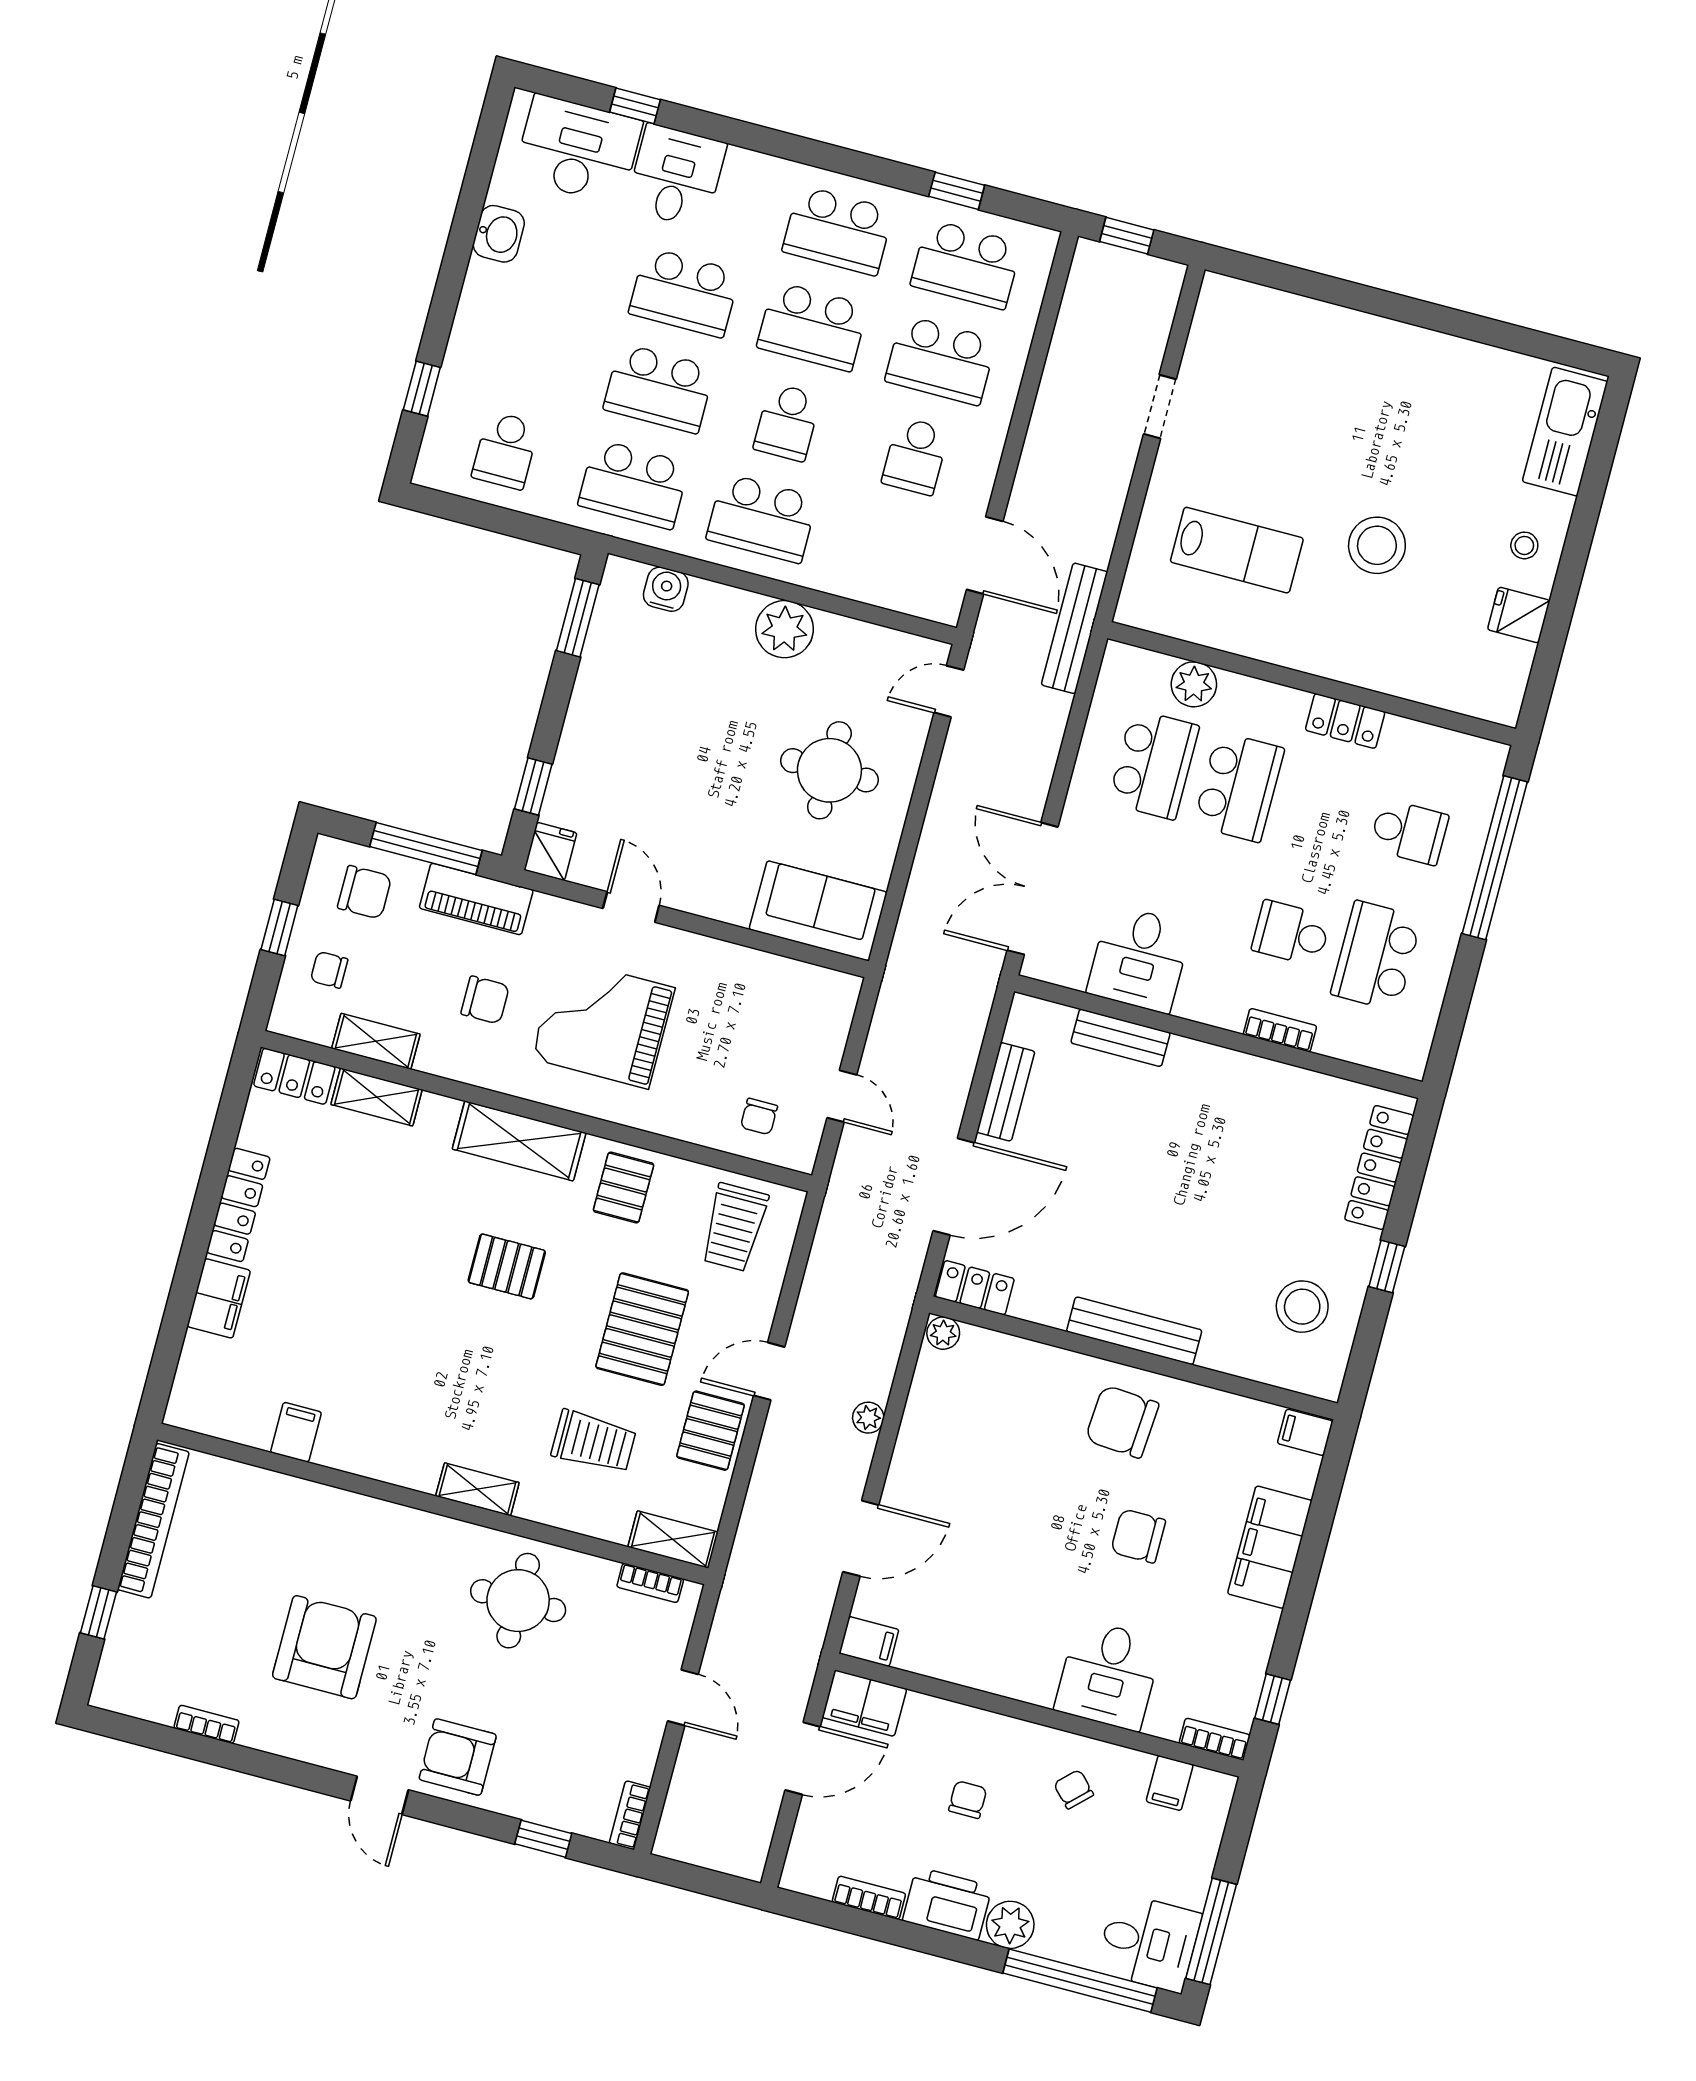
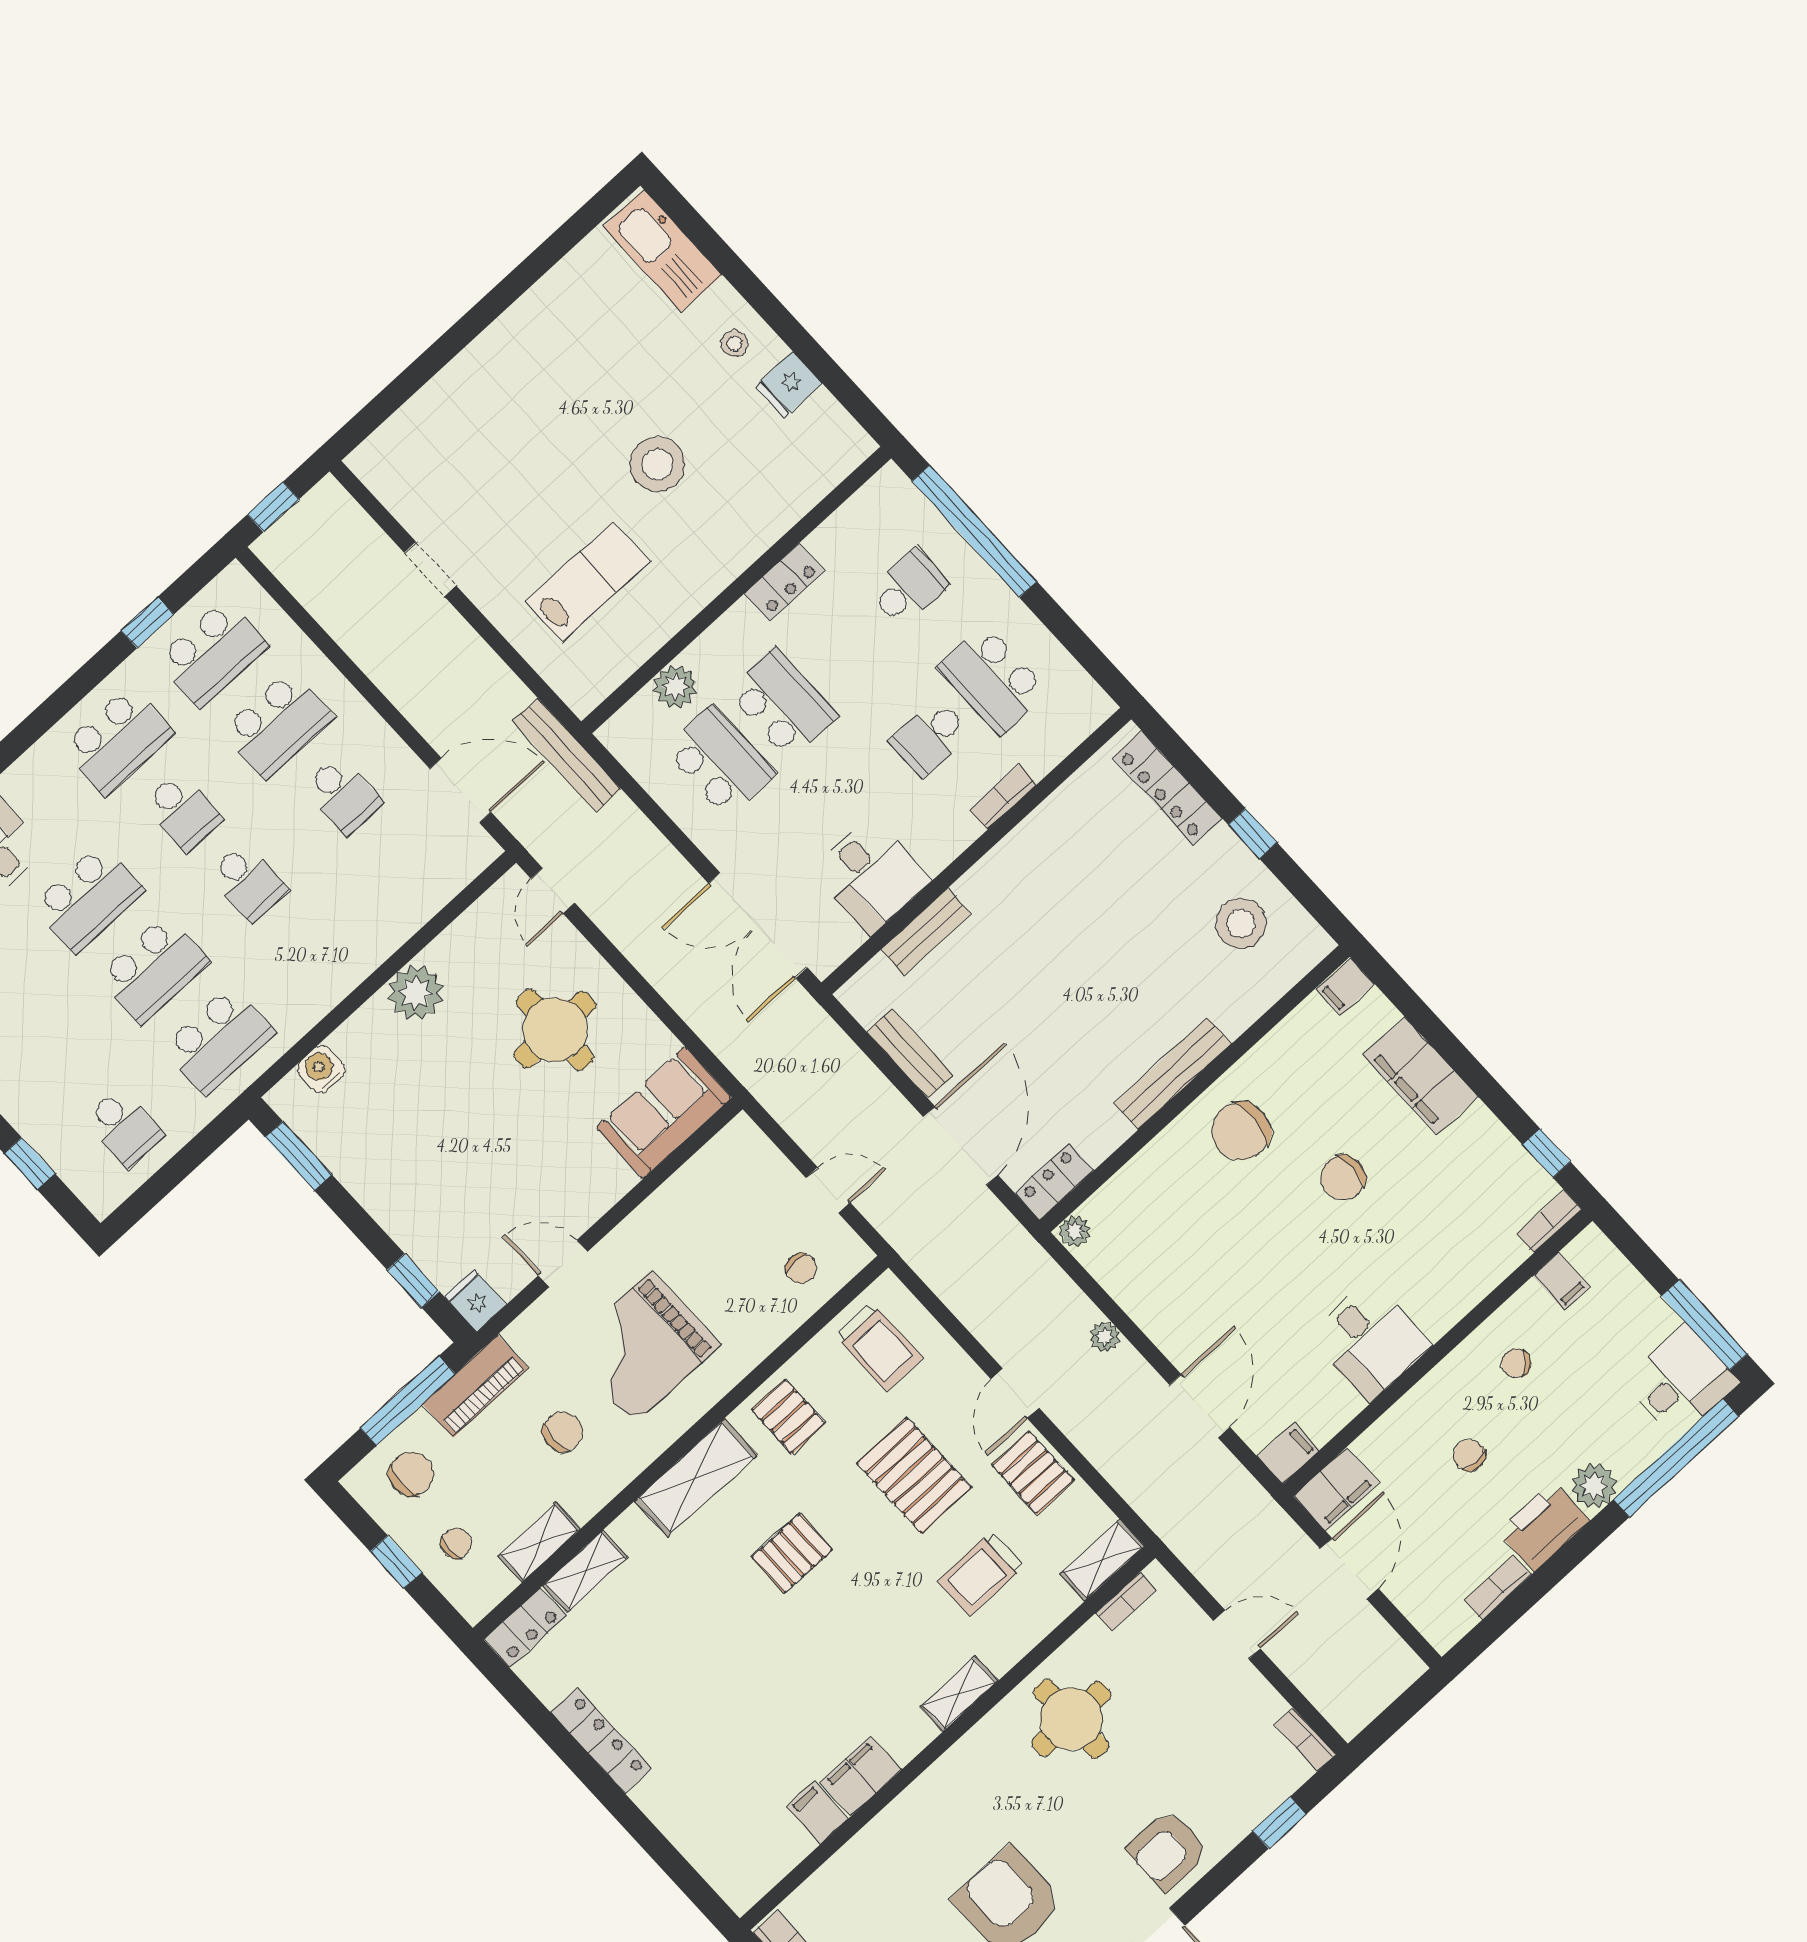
school desk: (812, 326) -> (183, 811), width x0.54
school desk: (762, 518) -> (313, 953), removed
chair: (329, 970) -> (456, 1543), turned 180
filing cabinet: (219, 1298) -> (861, 1776), moved, turned -90
trolley: (594, 1442) -> (981, 1574), turned 180
desk: (1108, 1675) -> (1370, 1340), moved

